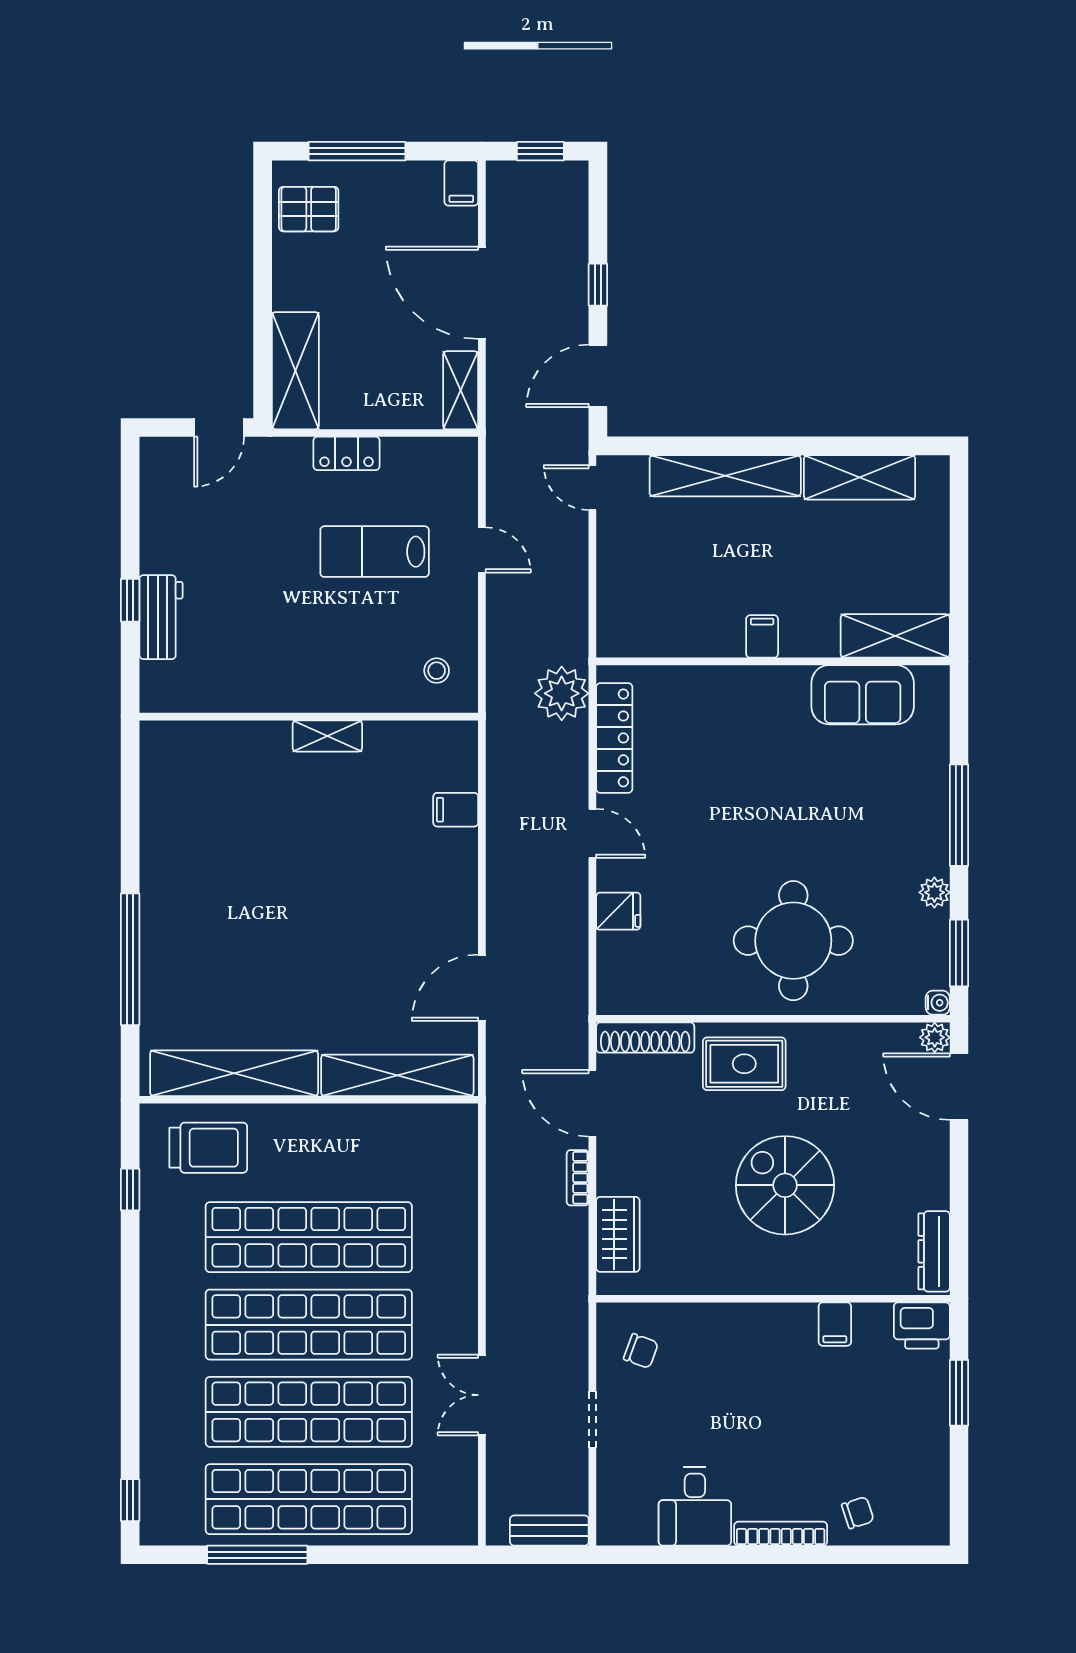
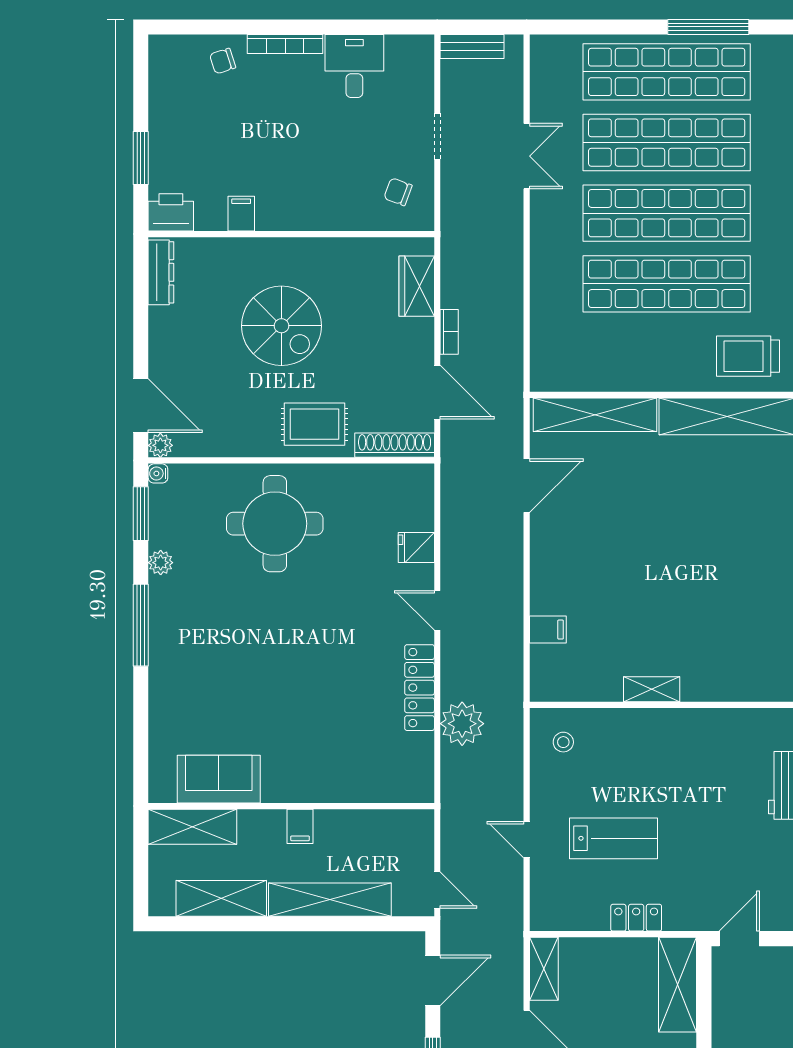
filing cabinet: (762, 636) -> (300, 826), moved
shelving: (895, 636) -> (192, 827), moved
wall: (773, 661) -> (291, 806), moved
sofa: (863, 695) -> (219, 779), moved

